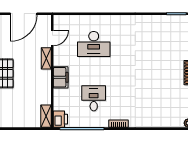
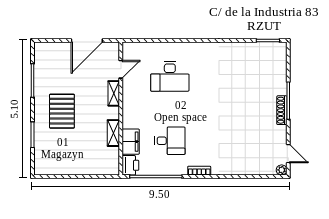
filing cabinet: (61, 77) -> (131, 142), moved
desk: (94, 98) -> (170, 141), turned 90
shelving: (46, 116) -> (113, 133), moved

